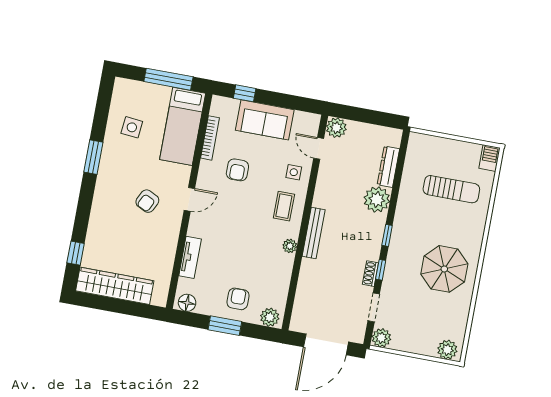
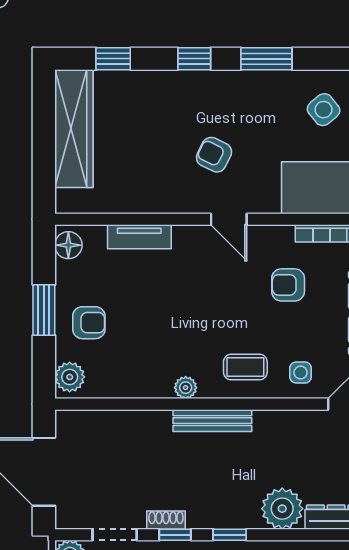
side table: (132, 127) -> (324, 110), turned 45
window: (85, 202) -> (194, 59), added

